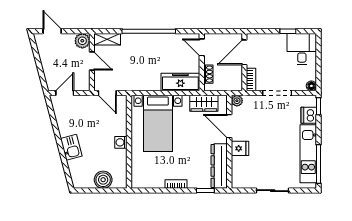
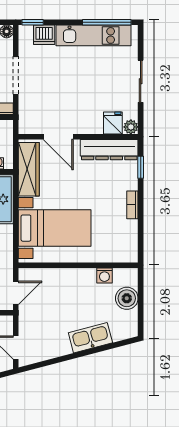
plant: (237, 101) -> (131, 127), moved
wardrobe: (204, 103) -> (29, 169), width x1.50
door: (229, 126) -> (58, 137), hinge flipped
washing machine: (121, 142) -> (104, 275), moved
kitchen sink: (71, 147) -> (90, 338), width x1.38
fridge: (240, 148) -> (113, 123), moved

